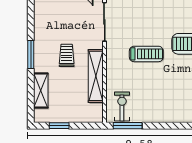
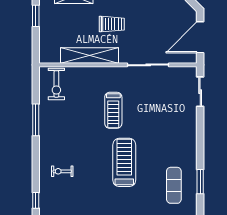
exercise bike: (122, 107) -> (56, 84), turned 90
window: (128, 126) -> (36, 120), moved

